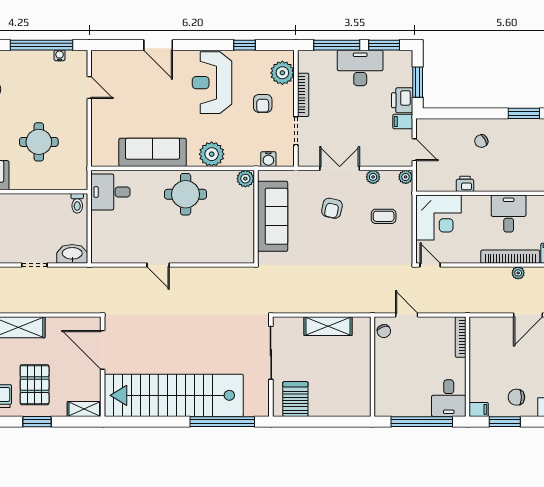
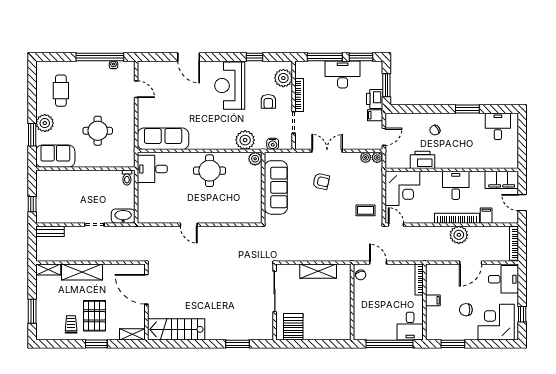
door: (414, 150) -> (384, 137), hinge flipped
sofa: (153, 152) -> (163, 139), moved
plant: (212, 154) -> (245, 140), moved
plant: (373, 177) -> (366, 157), moved
printer: (465, 184) -> (422, 160), width x1.87, depth x1.48
armchair: (332, 208) -> (321, 181), turned -90
coffee table: (384, 216) -> (365, 210), moved
plant: (518, 273) -> (459, 235), width x1.88, depth x1.88
stairs: (174, 395) -> (176, 329), width x0.54, depth x0.66
chair: (516, 397) -> (466, 310), moved
filing cabinet: (479, 409) -> (433, 300), moved
window: (222, 422) -> (238, 344), width x0.47

